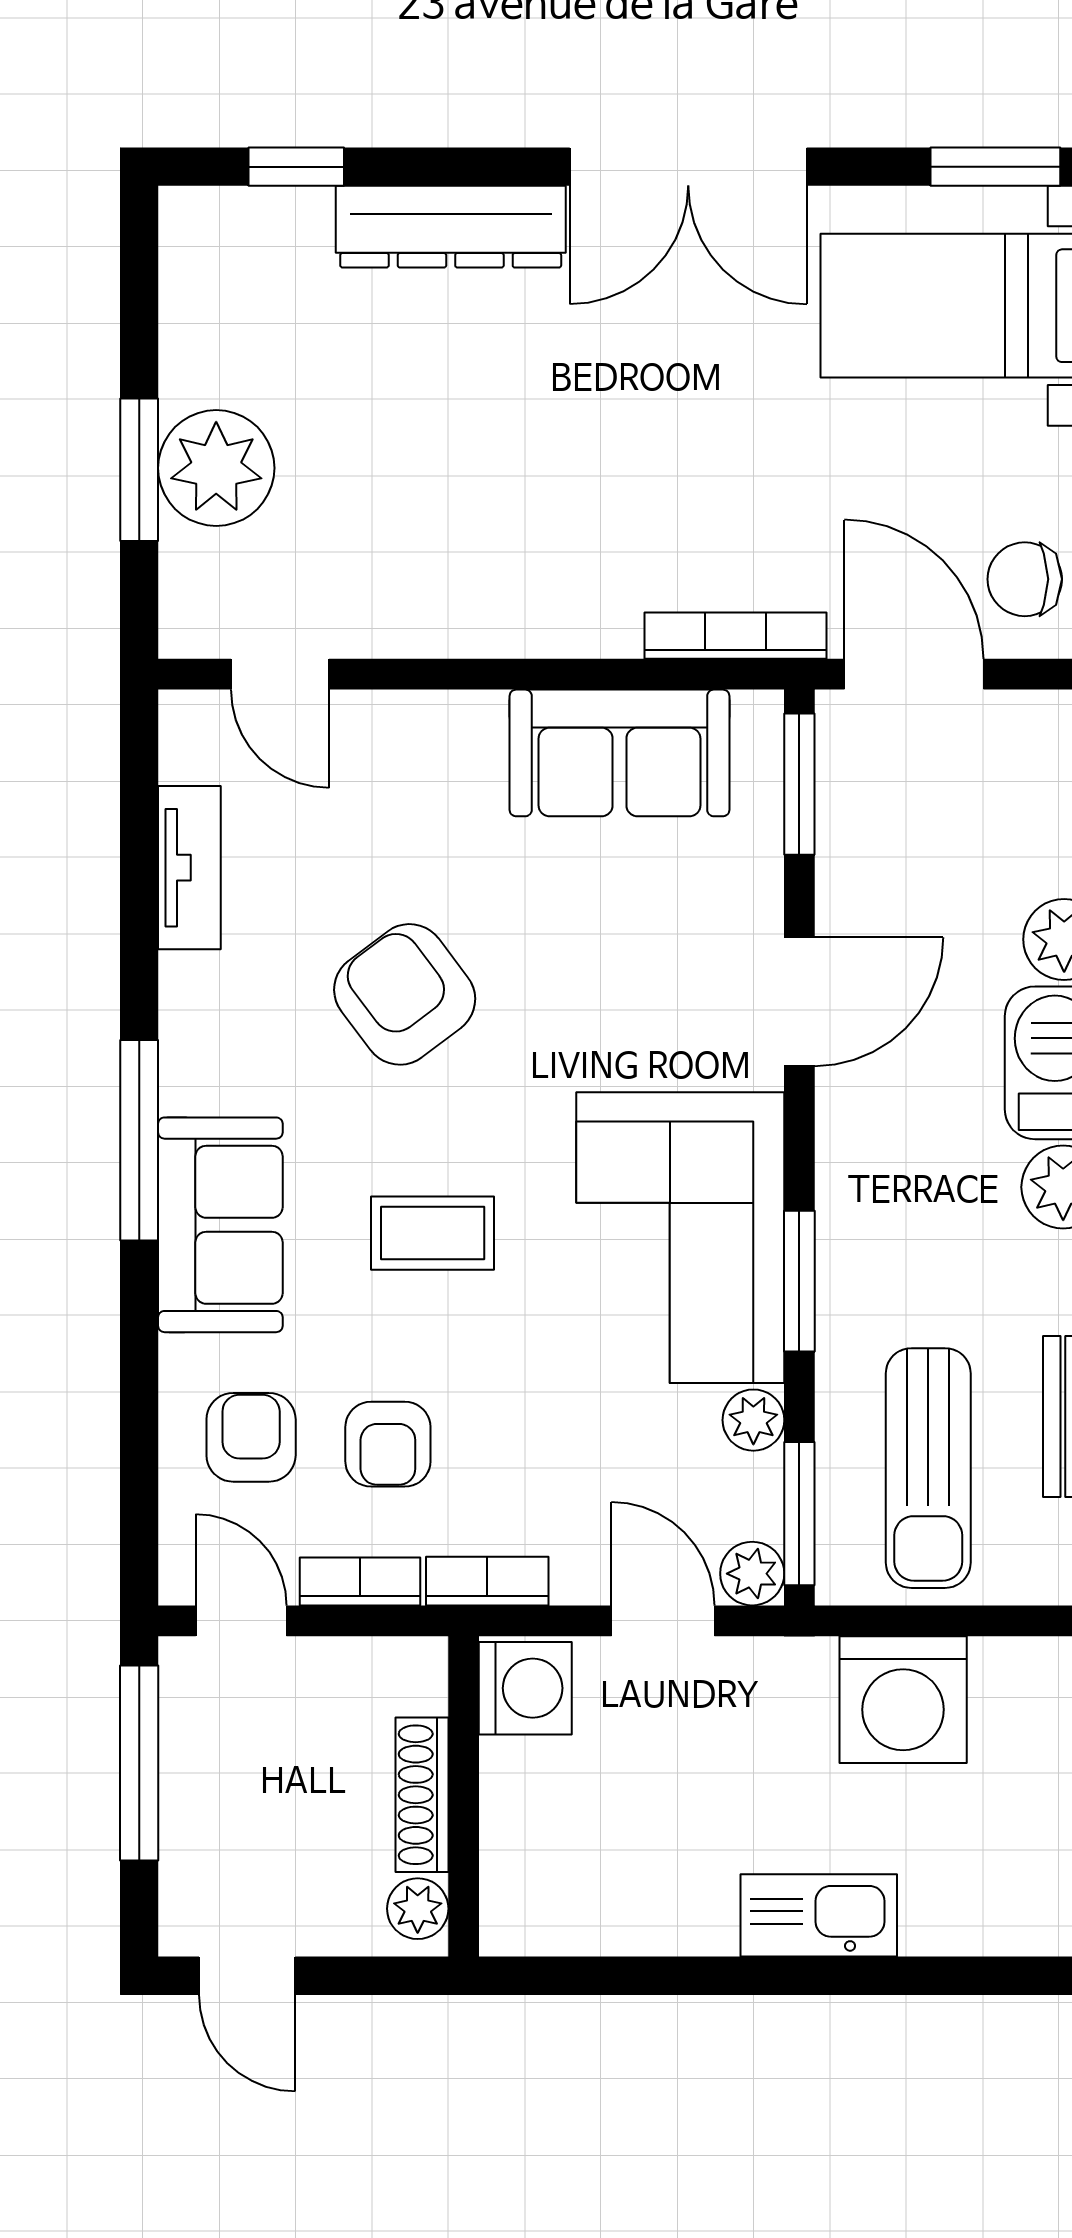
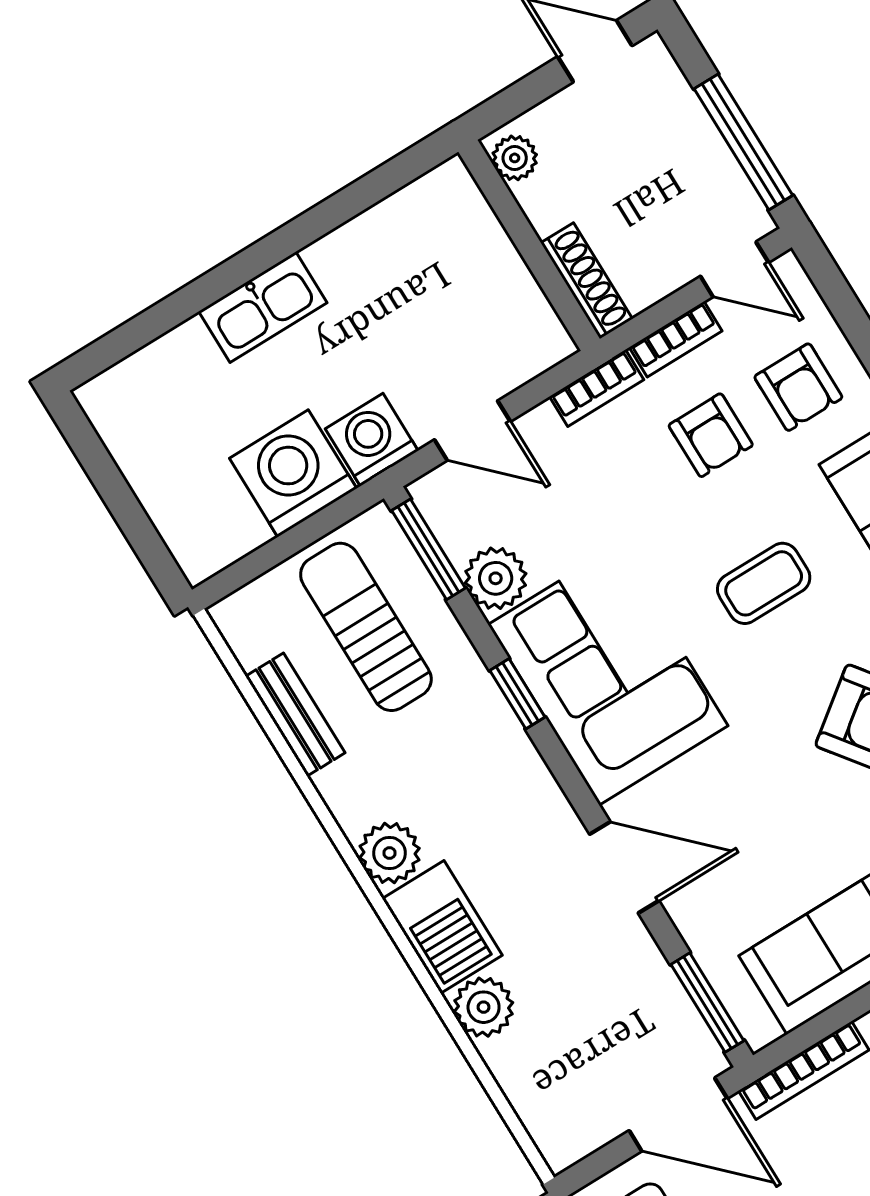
door: (799, 1002) -> (624, 867), swing flipped
window: (799, 1281) -> (517, 694), width x0.67
plant: (753, 1420) -> (496, 578), width x1.38, depth x1.38
armchair: (388, 1444) -> (711, 435), turned 180
plant: (752, 1574) -> (435, 494), removed
washing machine: (525, 1688) -> (372, 440), moved, turned 90
shoe rack: (422, 1795) -> (586, 281), moved

